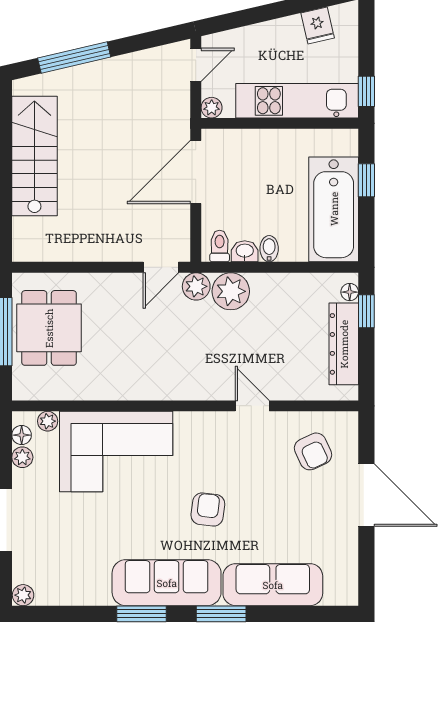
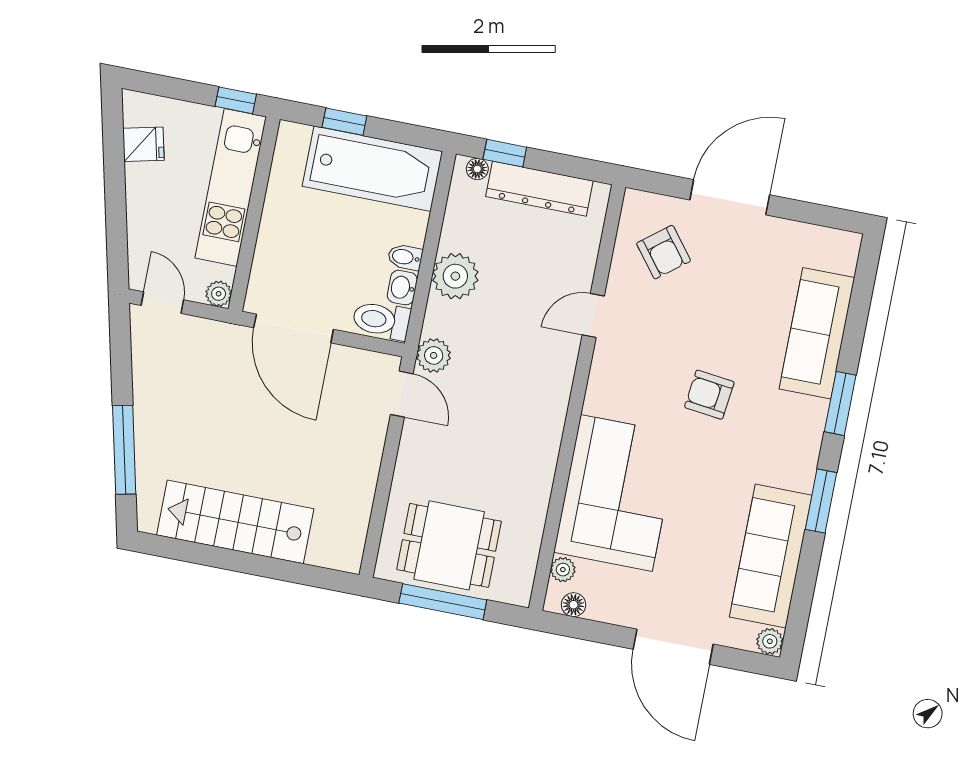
toilet: (220, 246) -> (381, 320), width x1.37, depth x1.39
plant: (231, 291) -> (455, 276), moved
armchair: (313, 451) -> (664, 252), turned 77
plant: (22, 457) -> (601, 609), removed
sofa: (167, 583) -> (771, 556), moved

